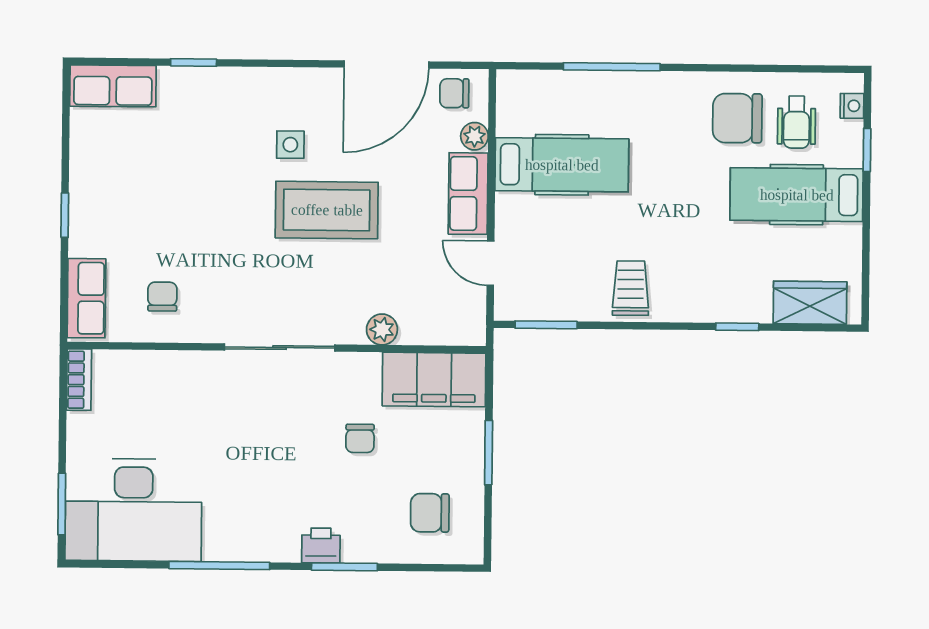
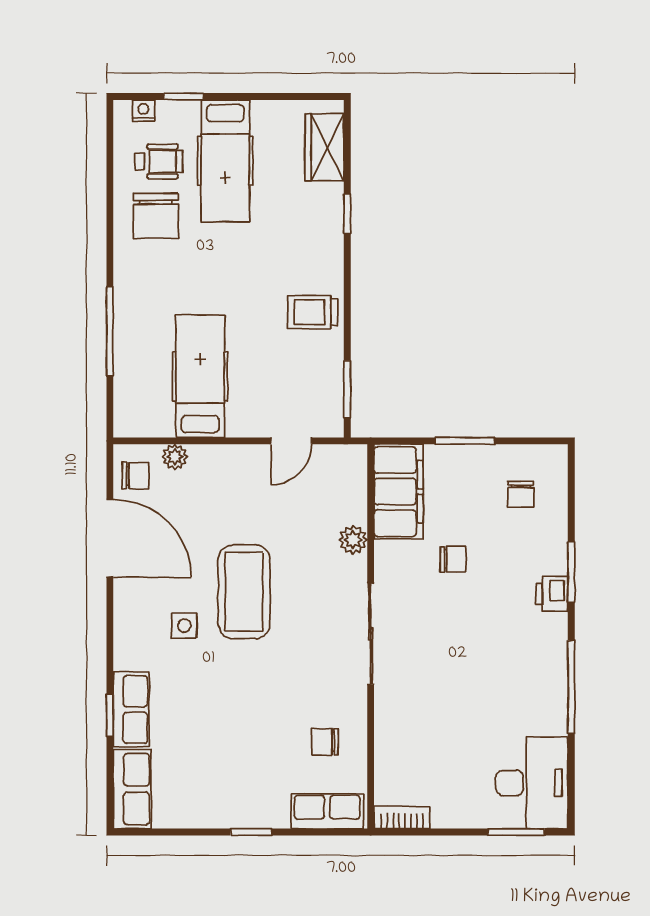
chair: (454, 93) -> (136, 476), turned -90
row of seats: (468, 194) -> (131, 710), moved, turned -90
desk: (133, 510) -> (532, 783), width x0.73, depth x0.77
chair: (430, 513) -> (521, 494), width x0.73, depth x0.73

